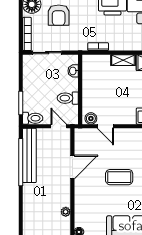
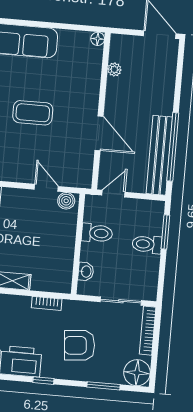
armchair: (59, 15) -> (80, 345), moved, turned -95
toilet: (33, 118) -> (147, 244), moved
door: (59, 126) -> (113, 194), swing flipped
door: (72, 167) -> (99, 133), swing flipped

